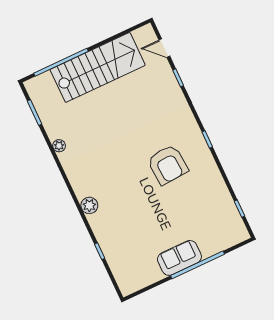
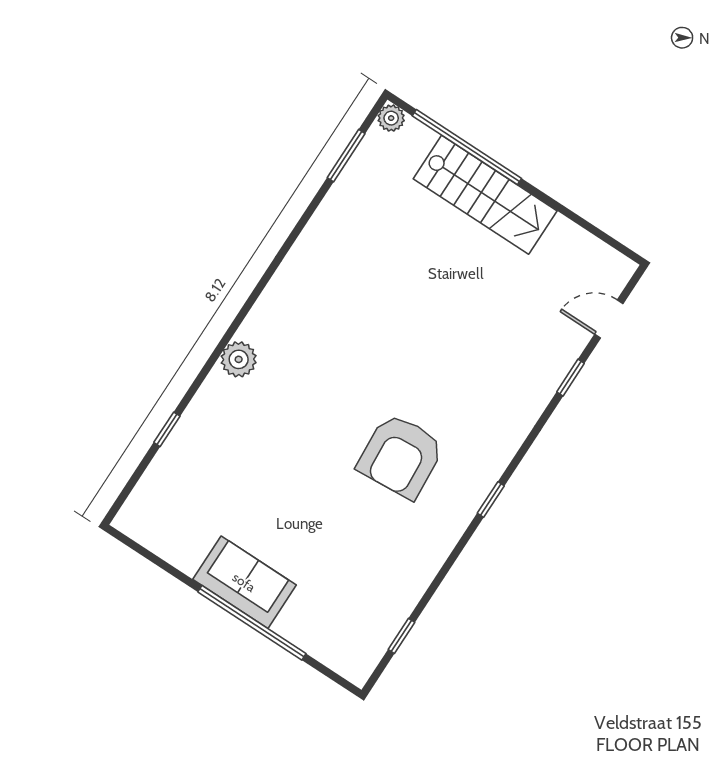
door: (164, 48) -> (609, 319), hinge flipped
stairs: (98, 67) -> (485, 195), width x0.73, depth x0.66
plant: (59, 146) -> (391, 118), moved

